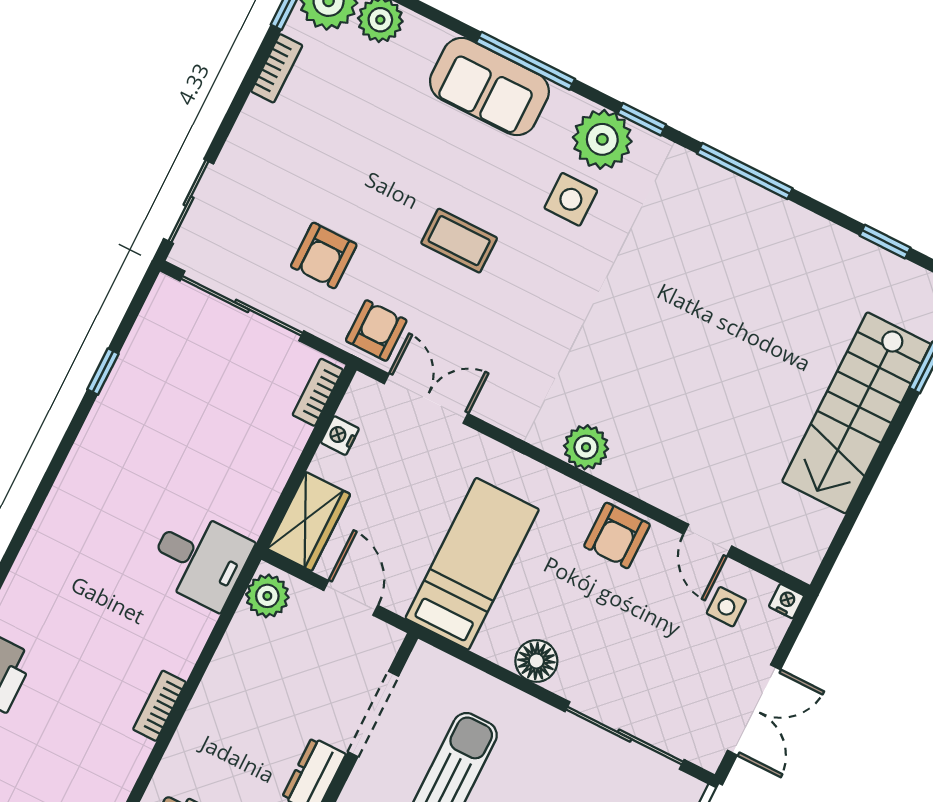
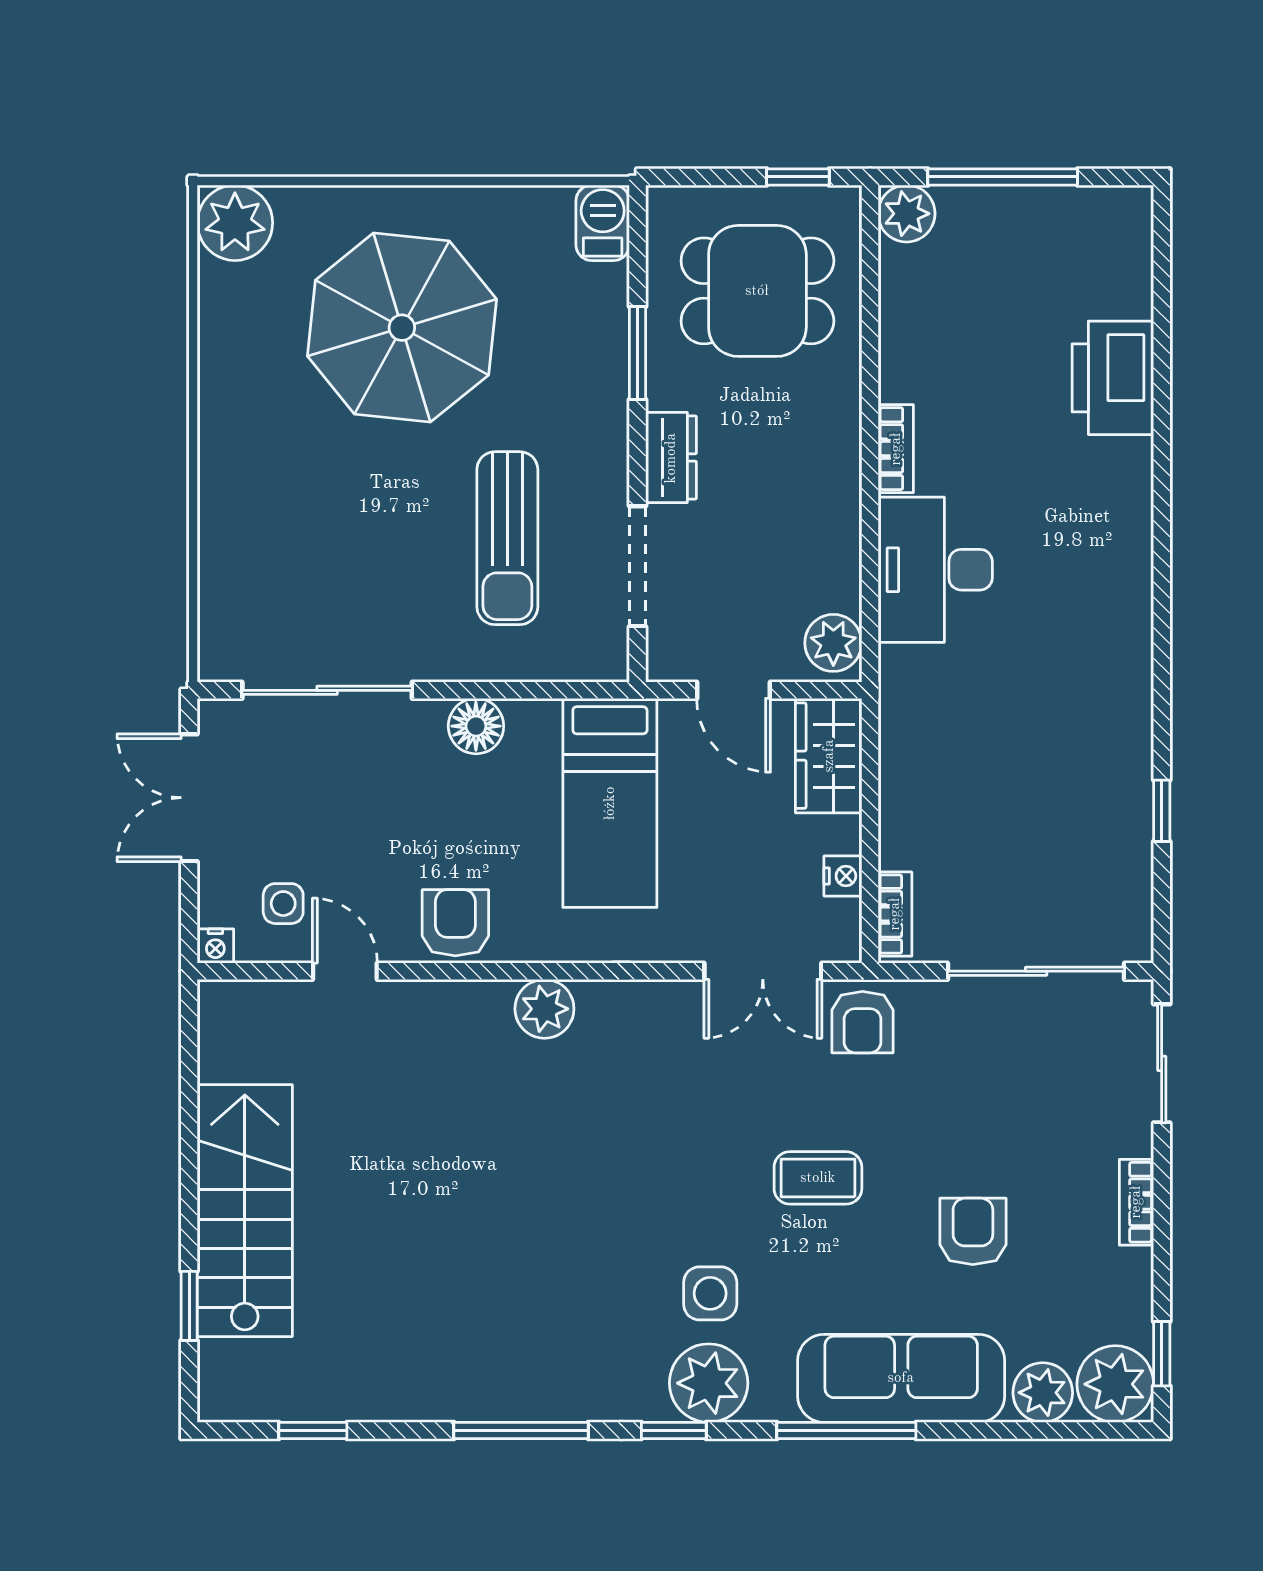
bookcase: (277, 68) -> (1136, 1202), moved
sofa: (489, 87) -> (901, 1378), width x1.36
armchair: (324, 256) -> (973, 1231), moved
desk: (200, 559) -> (935, 570), moved, width x1.37

